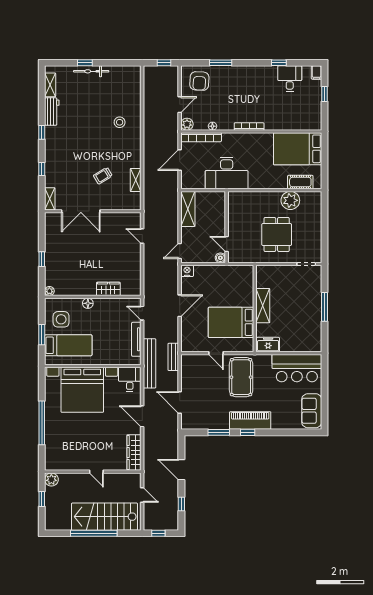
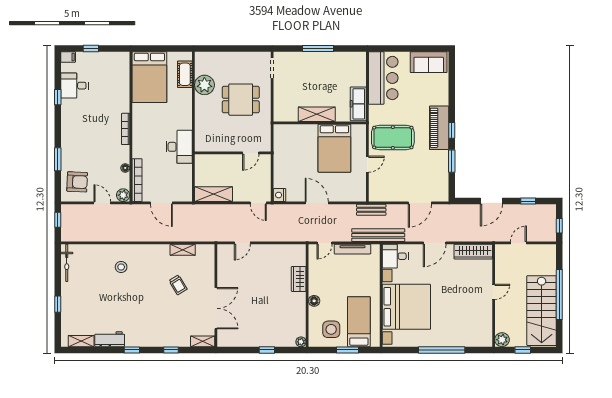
bicycle: (91, 71) -> (67, 263), moved
desk: (227, 173) -> (179, 147), width x0.73, depth x0.77
boiler: (220, 258) -> (266, 160), removed
freezer: (268, 345) -> (358, 104), width x1.40
stairs: (104, 517) -> (542, 311), moved

